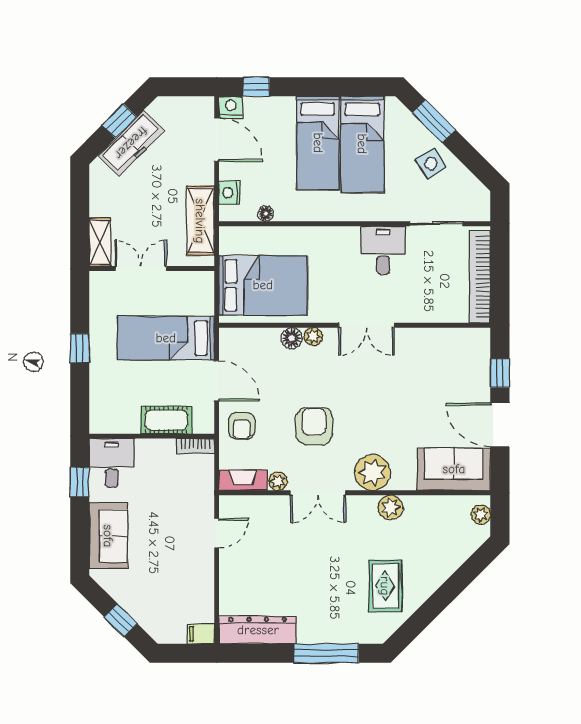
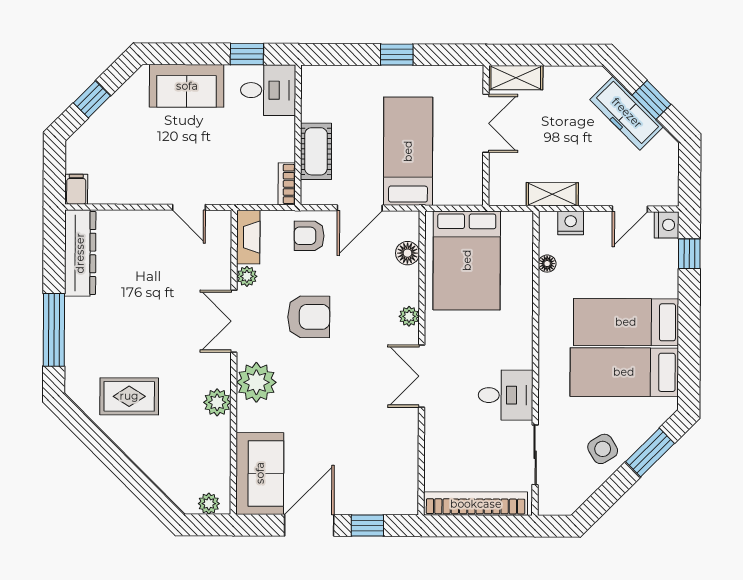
door: (217, 140) -> (630, 209), width x0.73
shelving: (200, 221) -> (552, 194), width x0.67, depth x0.75
floor lamp: (292, 338) -> (407, 253), moved

